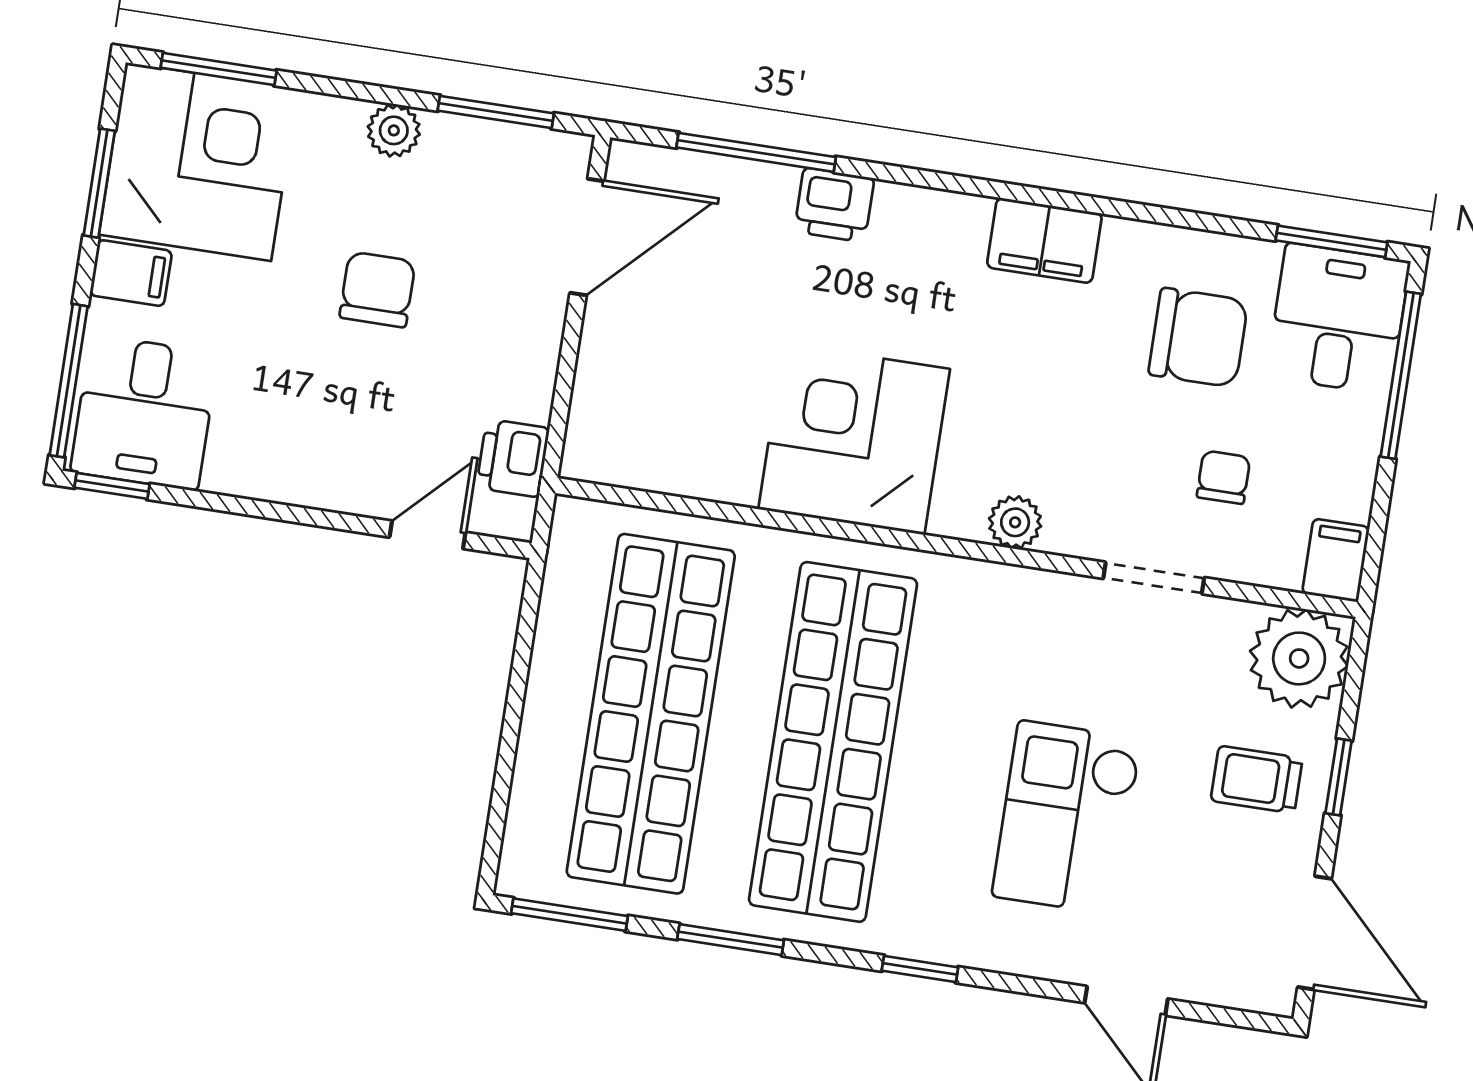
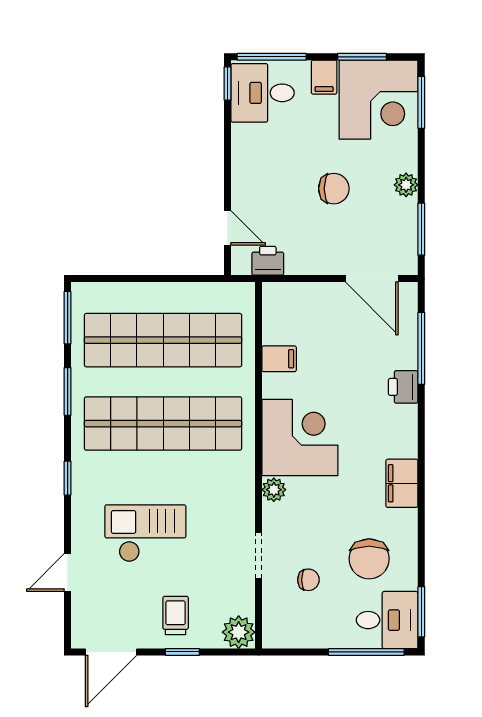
corner desk: (854, 439) -> (300, 437), moved
filing cabinet: (1336, 560) -> (279, 359), moved
plant: (1299, 658) -> (239, 632), width x0.73, depth x0.73

